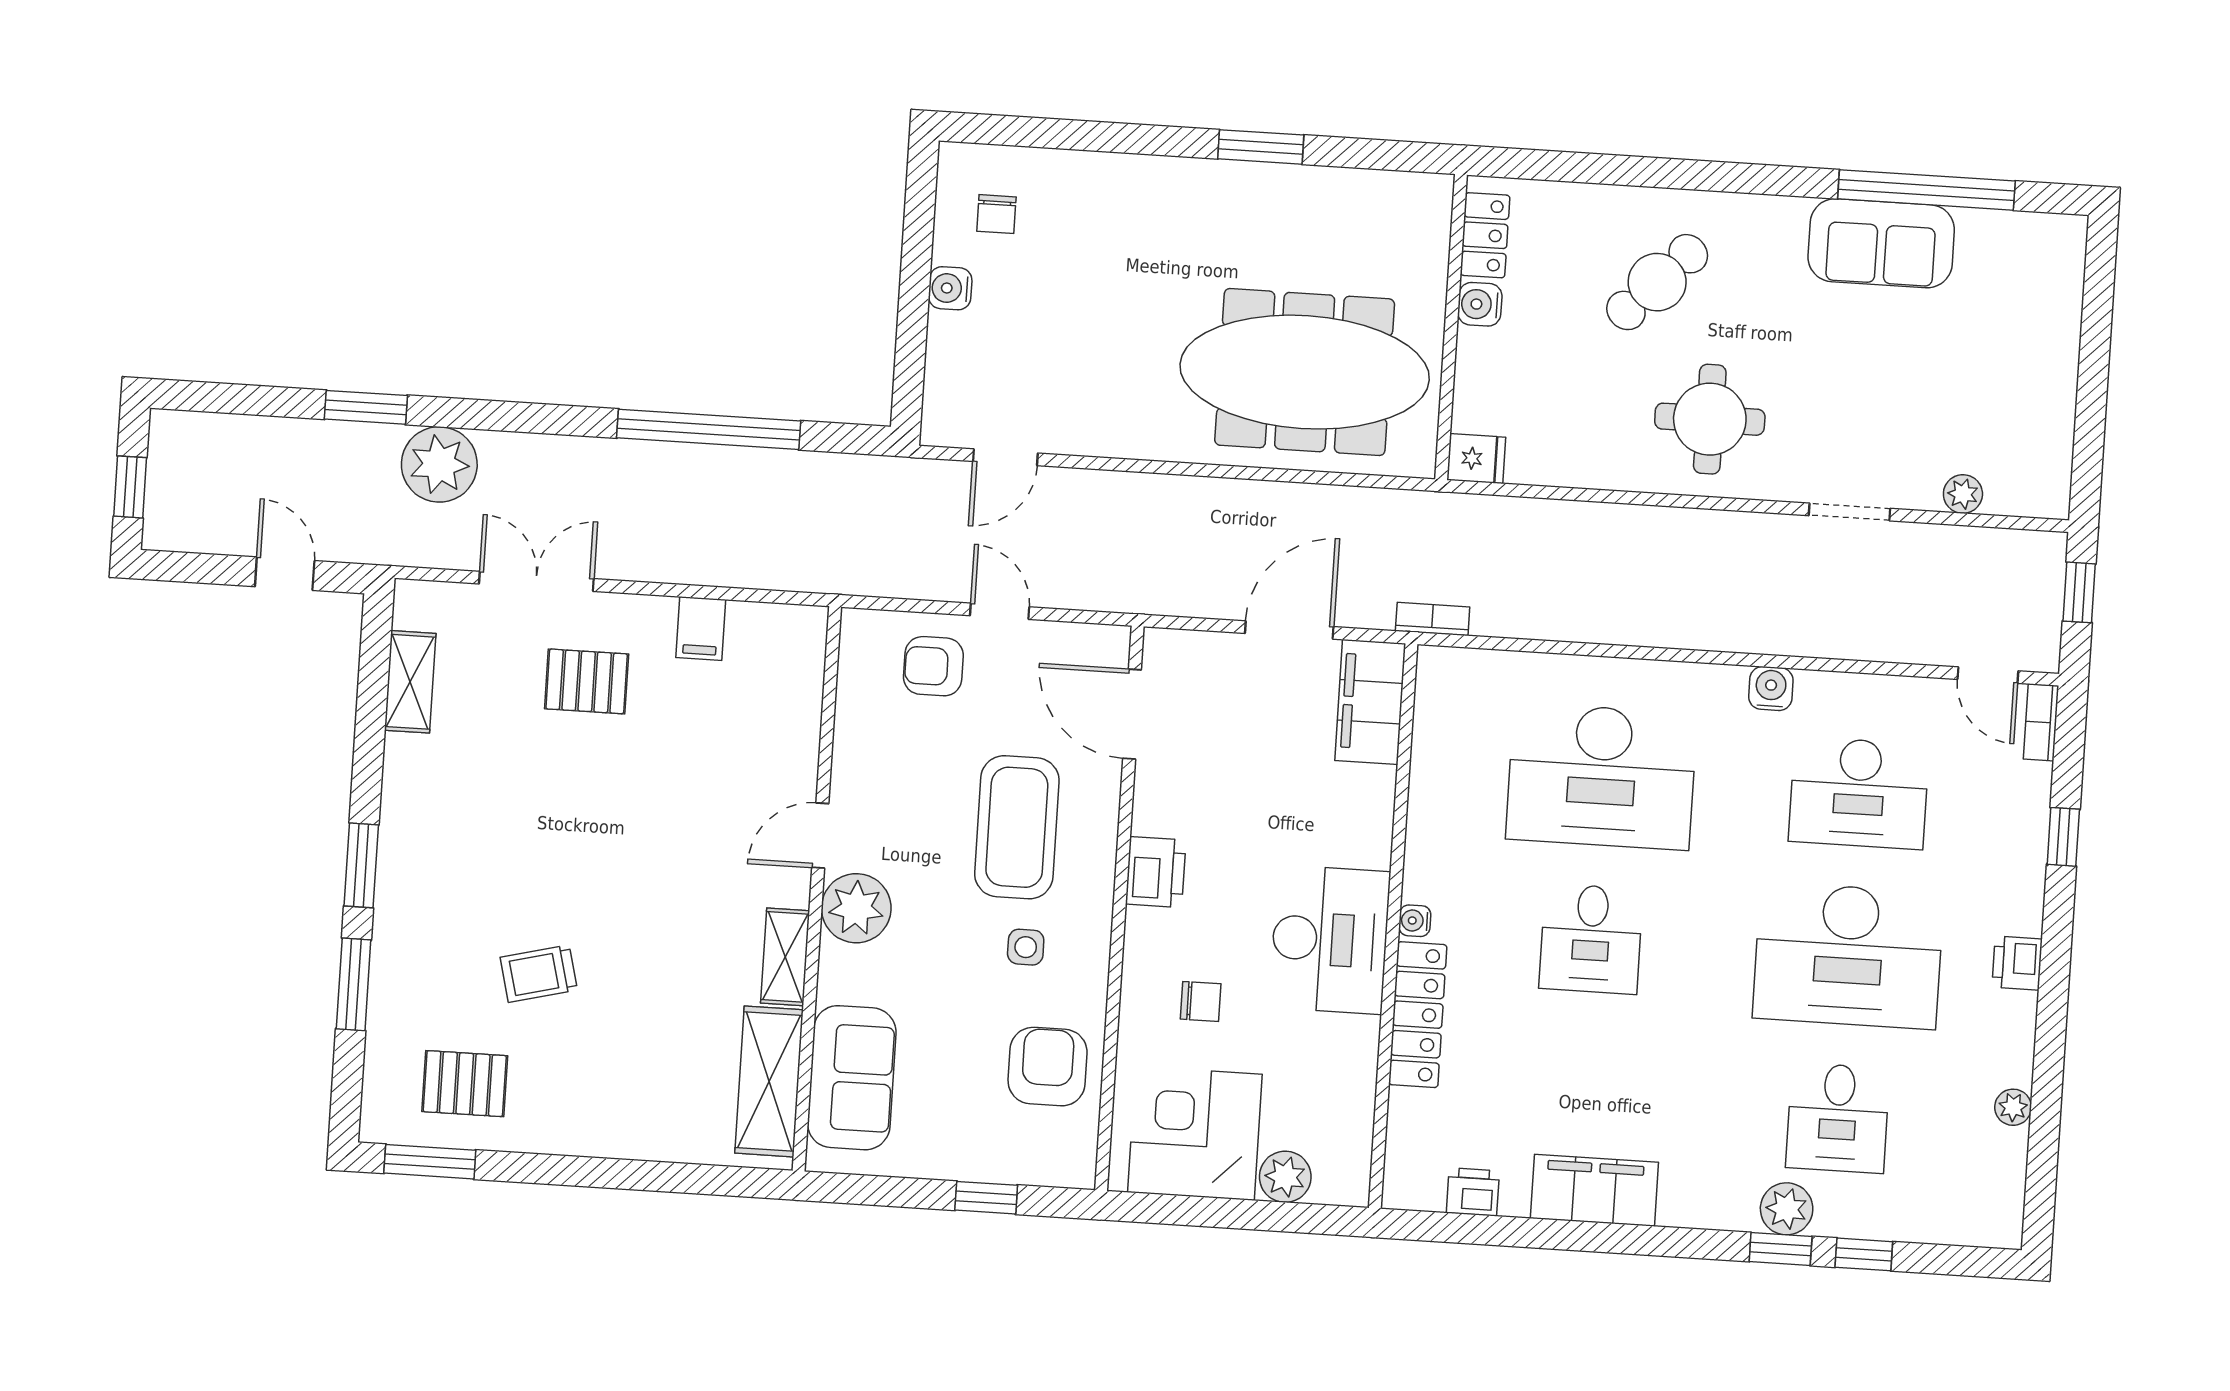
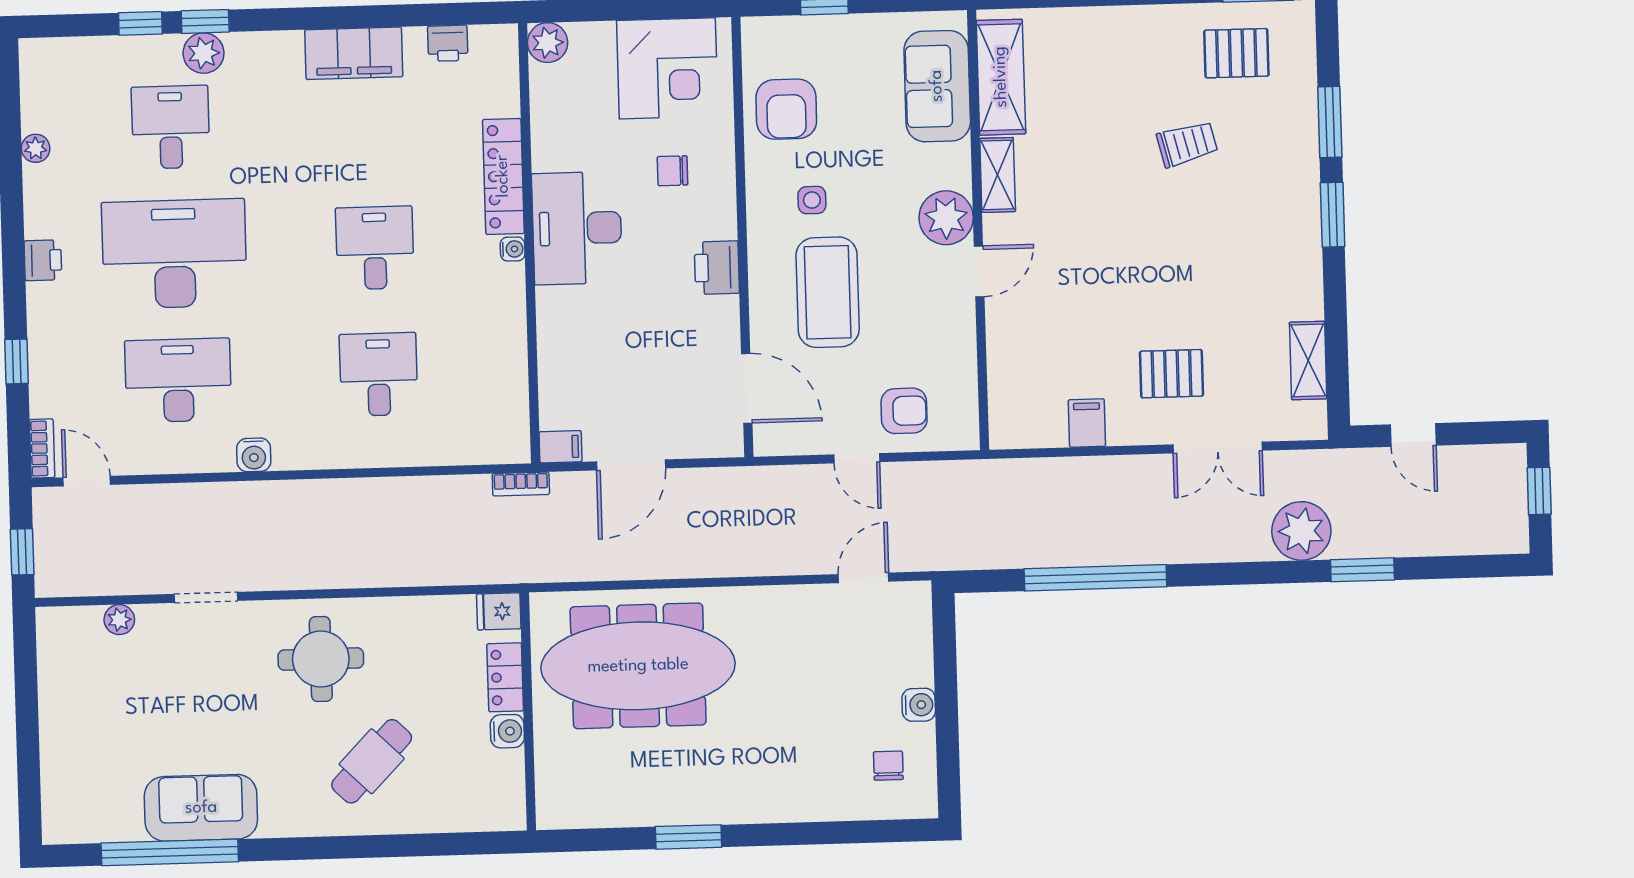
locker: (1485, 235) -> (505, 677), moved
filing cabinet: (1370, 702) -> (561, 447), width x0.33, depth x0.86
desk: (1601, 776) -> (379, 374), width x0.53, depth x0.77
plant: (1285, 1177) -> (548, 43), moved

